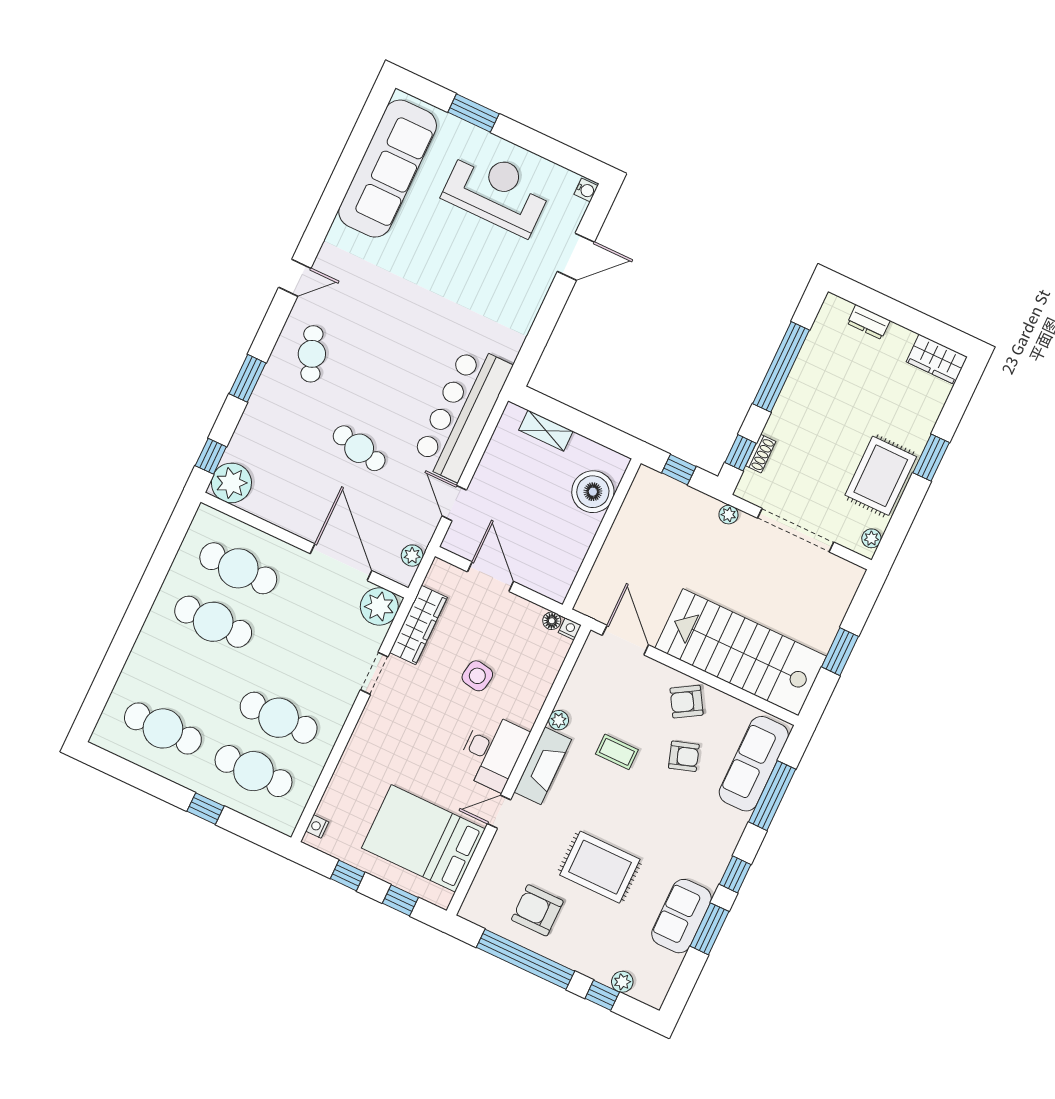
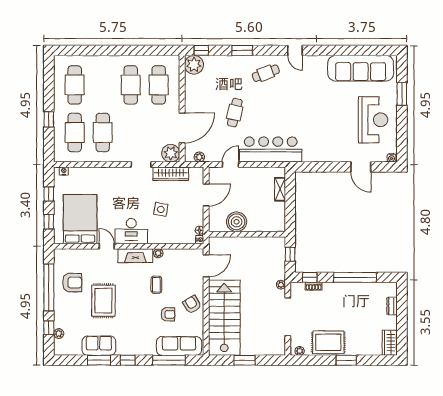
boiler: (593, 492) -> (237, 222), moved
armchair: (684, 756) -> (168, 314), turned -72
armchair: (537, 910) -> (72, 283), turned 90

